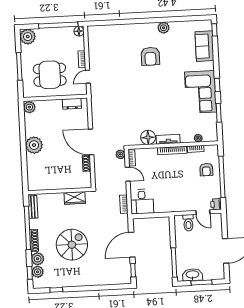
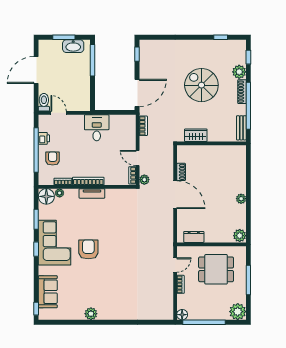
armchair: (150, 56) -> (88, 249), moved
floor lamp: (148, 137) -> (46, 196), moved
plant: (34, 145) -> (241, 199), width x0.53, depth x0.53
desk: (142, 201) -> (97, 128), moved
printer: (216, 204) -> (44, 138), moved
toilet: (188, 223) -> (44, 102), moved
spiral stairs: (72, 245) -> (201, 85), turned 90
door: (132, 245) -> (137, 93), moved
plant: (38, 272) -> (240, 58), removed

